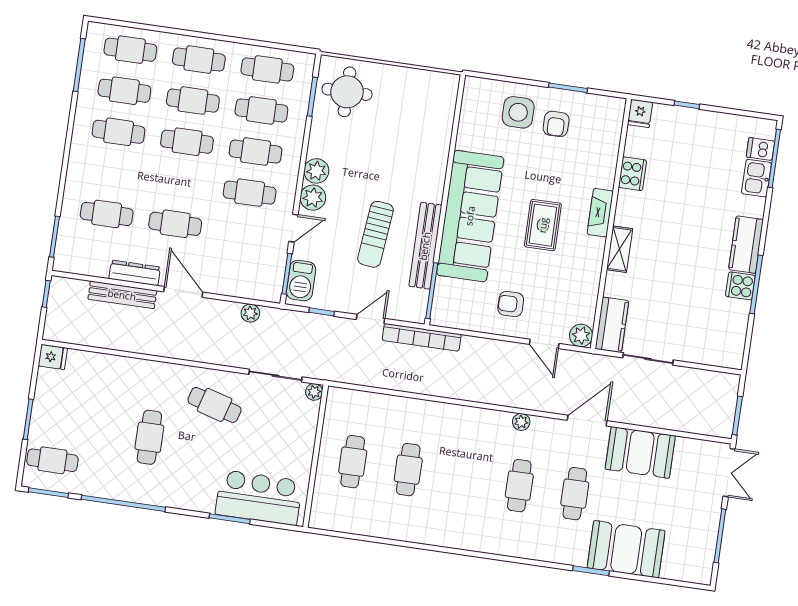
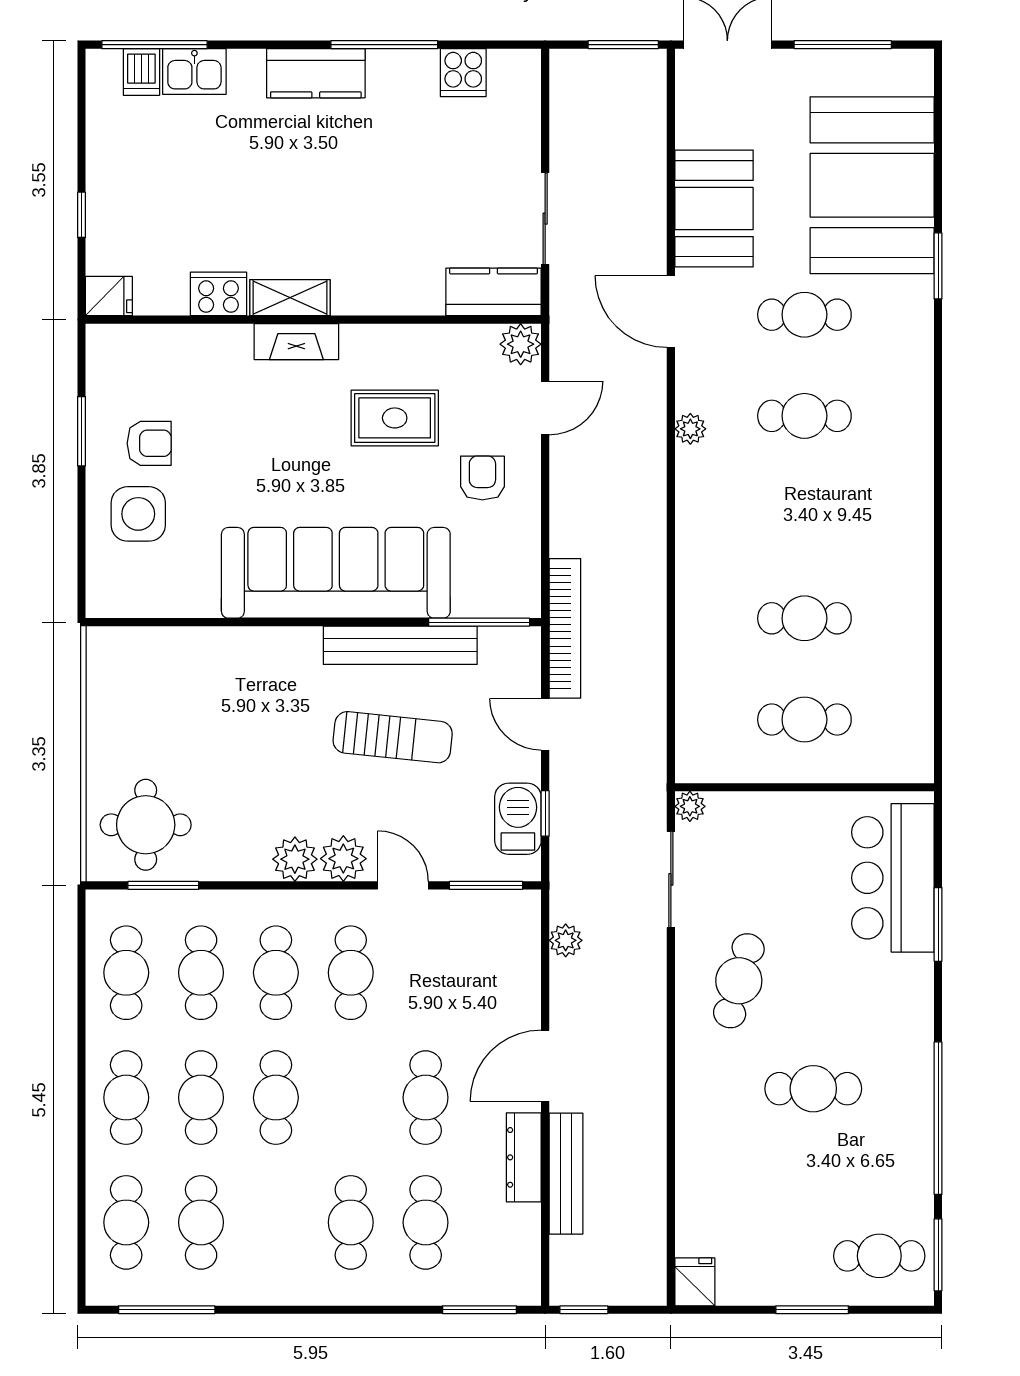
cafe table: (119, 132) -> (351, 1222), moved
rug: (543, 225) -> (395, 418), moved
shelving: (620, 249) -> (290, 298), moved
barbecue: (301, 281) -> (518, 819), moved, turned -90
cooker: (740, 286) -> (463, 73), moved
armchair: (511, 304) -> (482, 478), turned 180
cafe table: (52, 460) -> (879, 1256), turned 90
booth: (626, 549) -> (872, 185), width x1.36, depth x1.42

